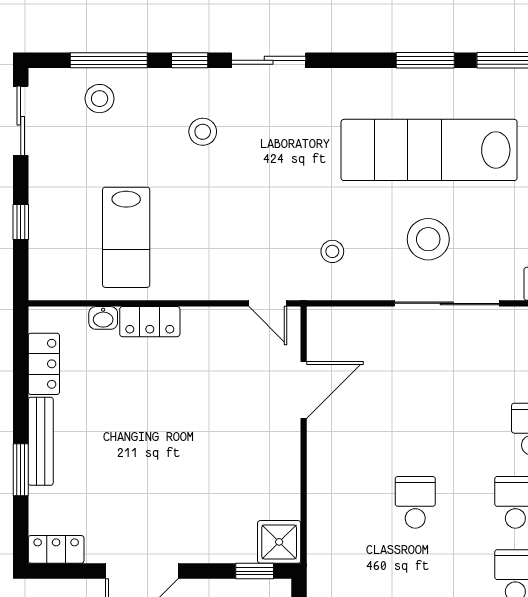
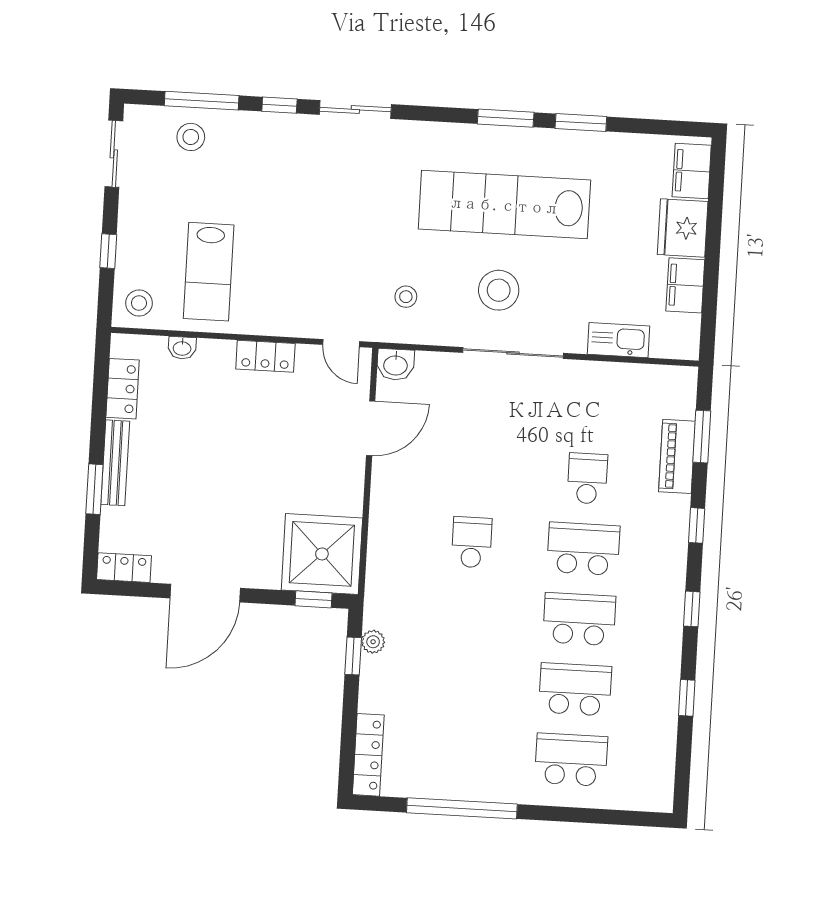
stool: (203, 132) -> (139, 303), moved
locker: (150, 322) -> (265, 356), moved
washbasin: (326, 323) -> (396, 365), added
shower: (279, 542) -> (322, 554), width x1.86, depth x1.86

